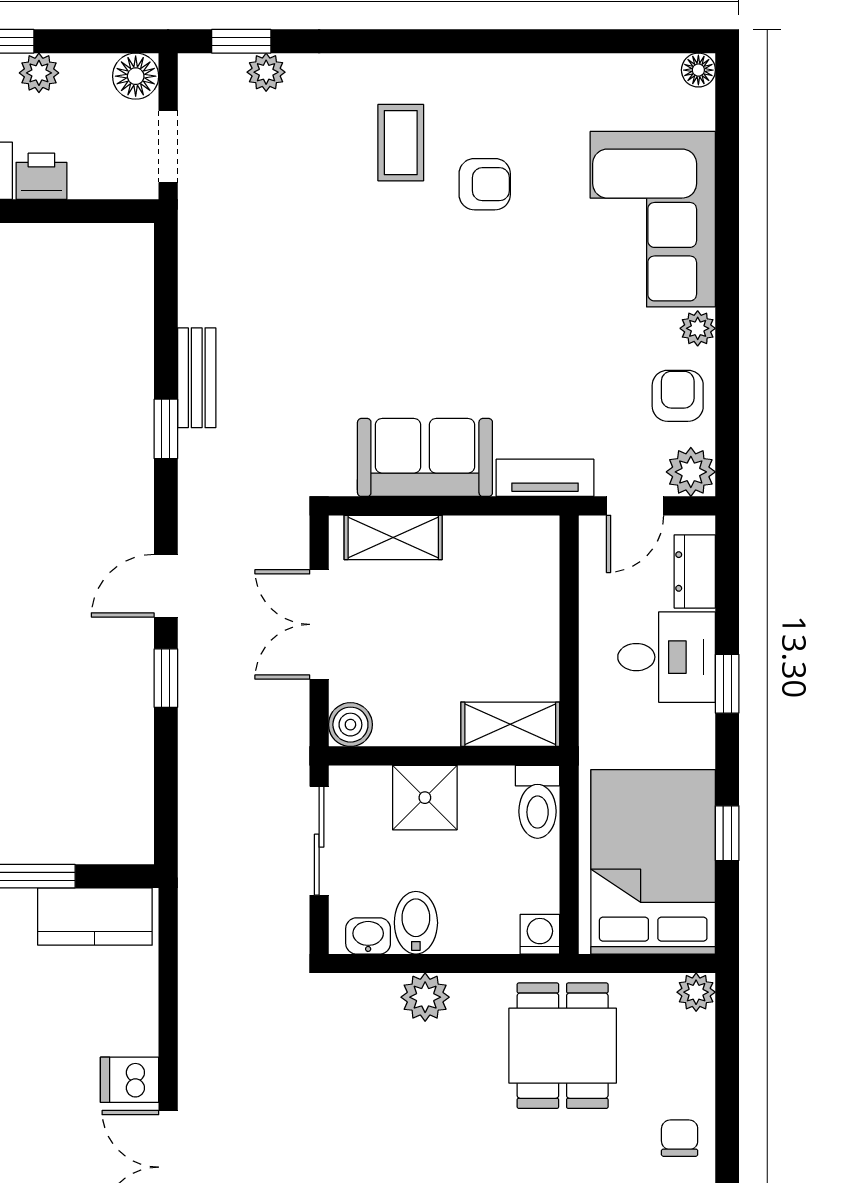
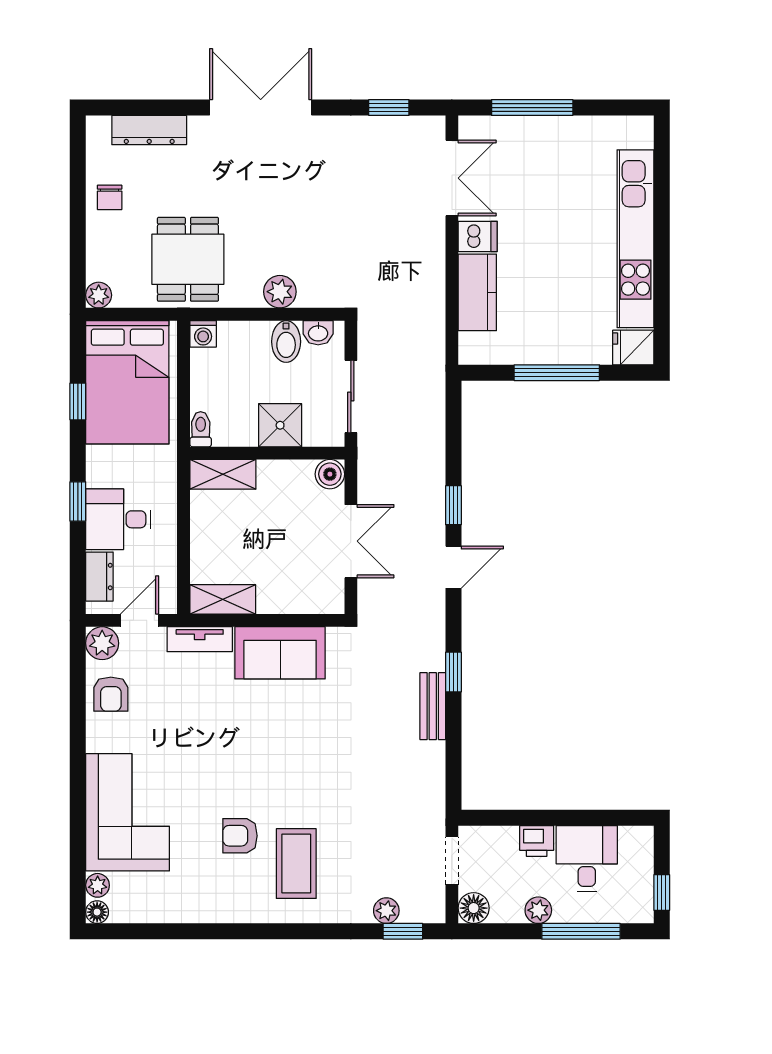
coffee table: (401, 143) -> (296, 864), width x1.36, depth x1.30
plant: (698, 328) -> (98, 885), moved
shelving: (393, 537) -> (223, 599), moved
toilet: (538, 802) -> (201, 429), width x0.73, depth x0.72
kitchen counter: (95, 917) -> (477, 292), moved, turned 90

